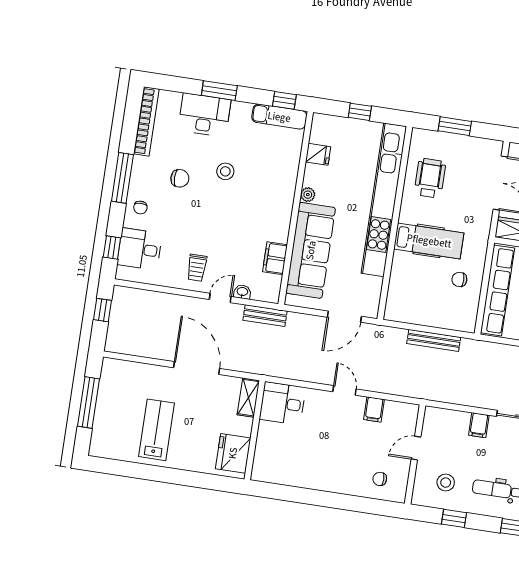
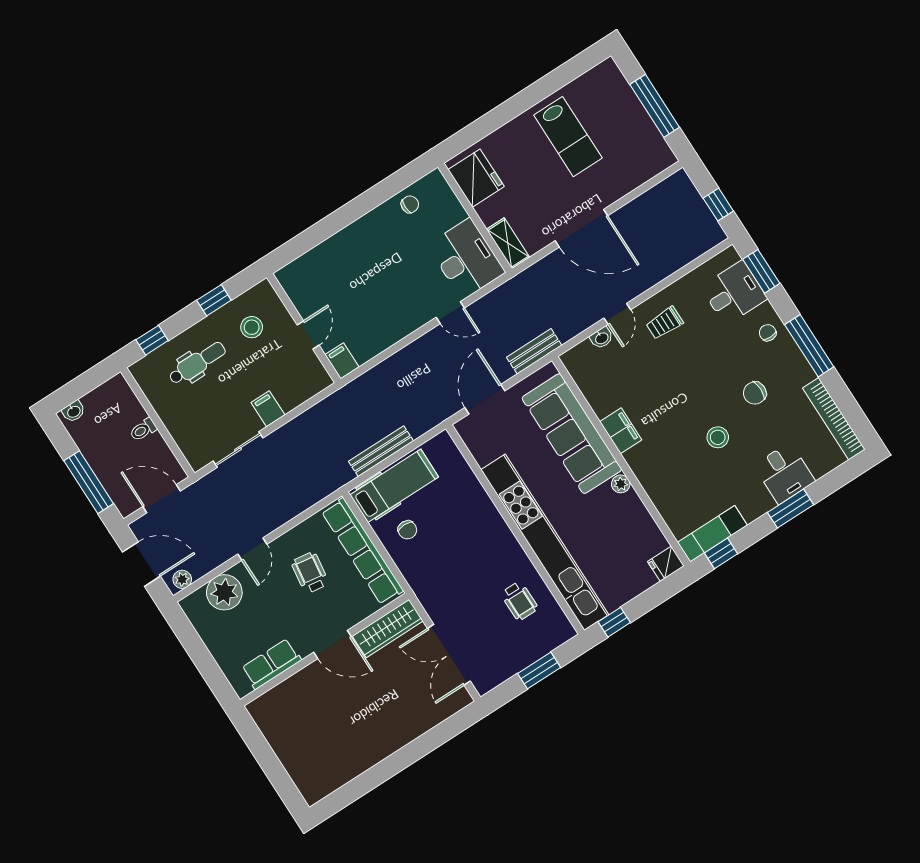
window: (360, 112) -> (614, 622), moved
desk: (204, 115) -> (784, 473), width x0.73
fridge: (318, 154) -> (666, 564), moved
wheelchair: (430, 178) -> (519, 601), width x0.73, depth x0.73
hospital bed: (429, 241) -> (394, 486), moved, turned 180
window: (112, 248) -> (761, 271), width x1.50
filing cabinet: (275, 258) -> (621, 431), moved
trolley: (197, 268) -> (665, 323), turned -90
chair: (459, 279) -> (407, 530), turned 90
bench: (265, 316) -> (534, 351), moved
door: (344, 390) -> (450, 313), moved
desk: (283, 403) -> (466, 259), width x1.37
filing cabinet: (374, 409) -> (342, 361), moved
chair: (380, 479) -> (410, 204), moved

